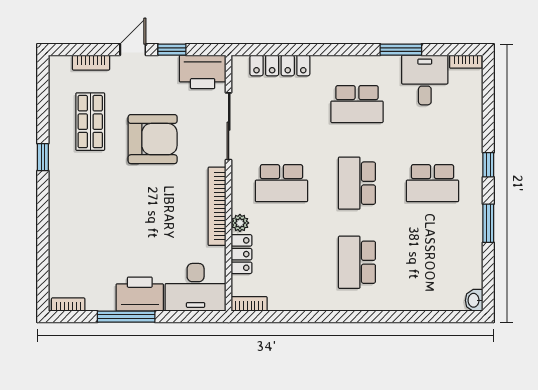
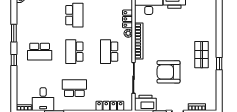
shop shelf: (90, 122) -> (202, 55), moved
school desk: (281, 183) -> (109, 52), turned -90
school desk: (357, 183) -> (74, 52), turned 180
school desk: (432, 183) -> (40, 52), turned 180

